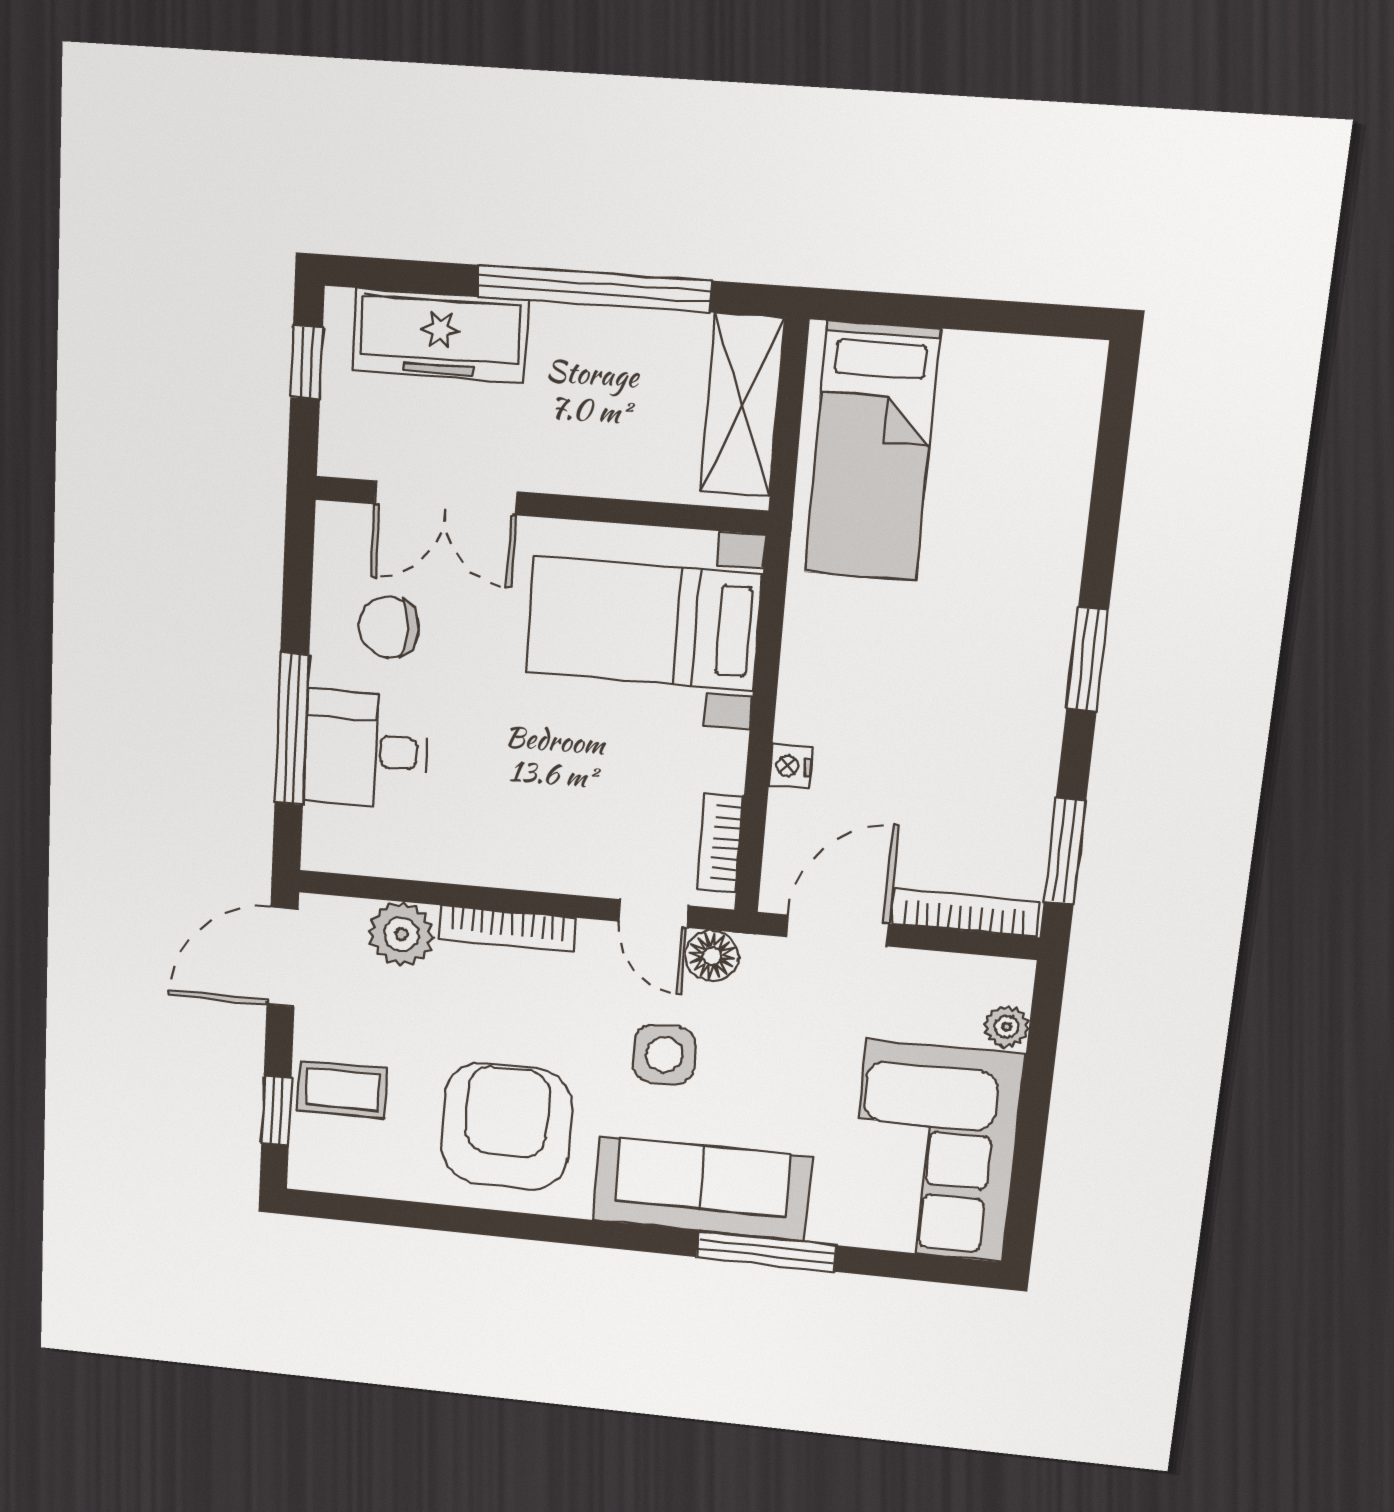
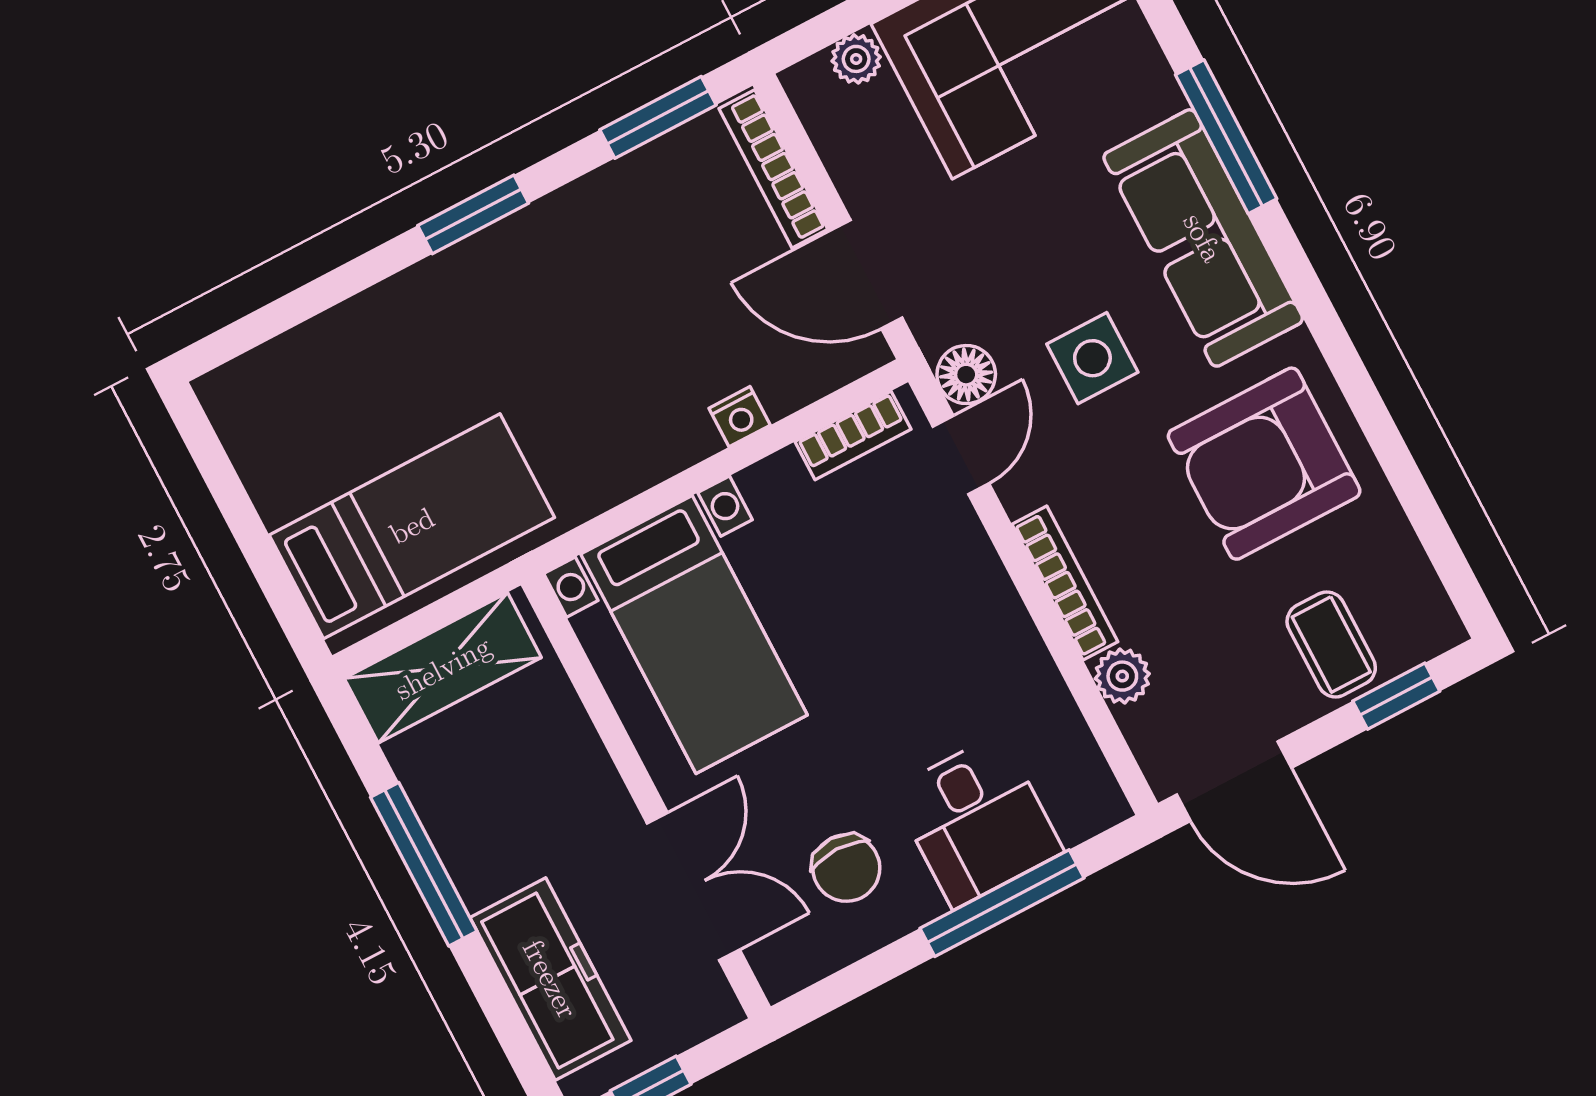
window: (594, 289) -> (424, 864), width x0.68
plant: (401, 934) -> (1122, 676), width x0.73, depth x0.73

